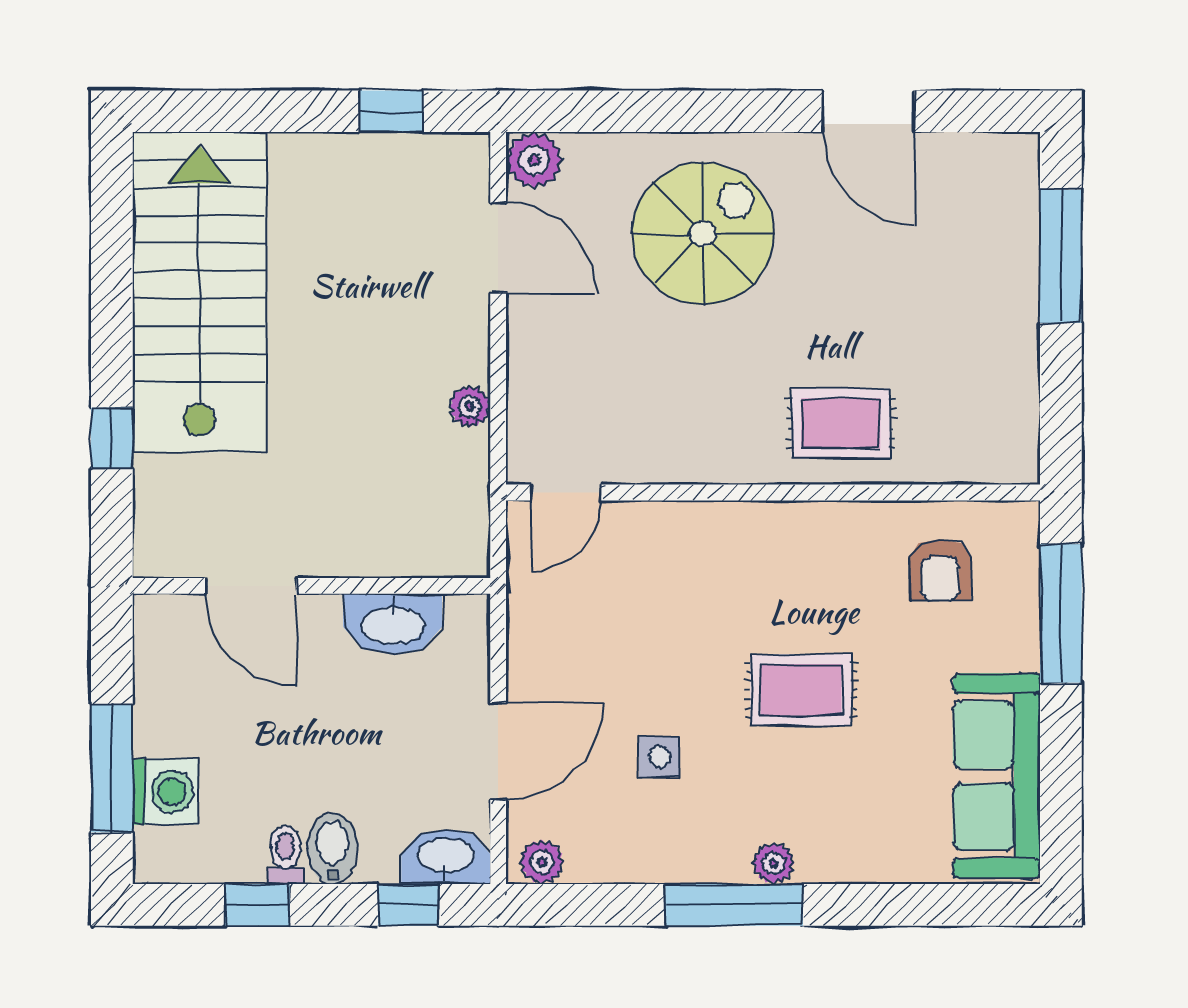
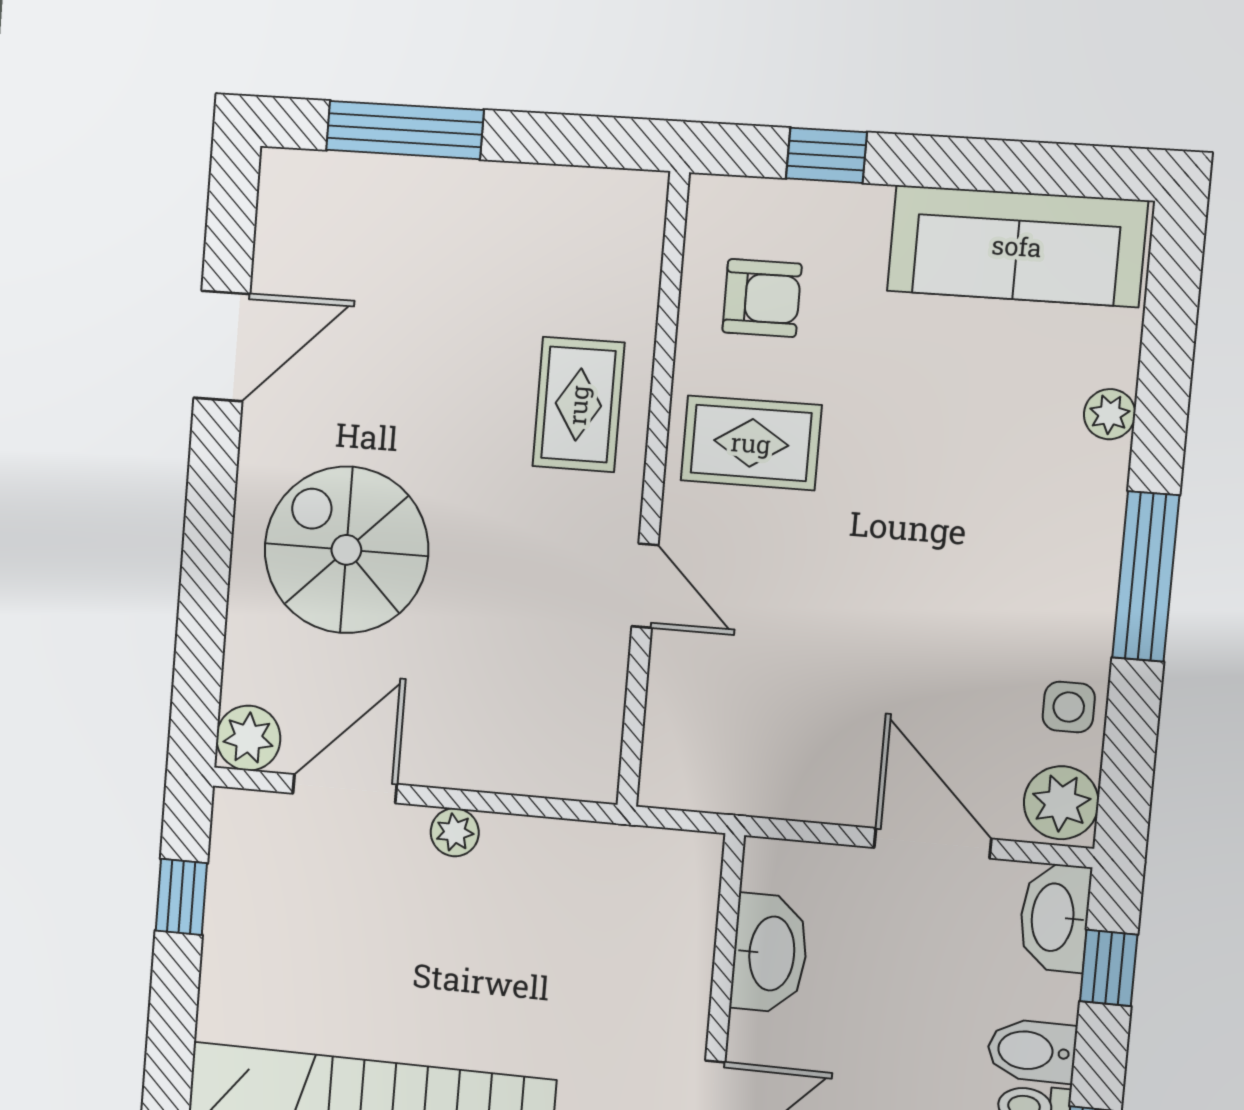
plant: (470, 407) -> (455, 832), moved
door: (566, 492) -> (645, 586), moved
window: (1061, 613) -> (826, 155), width x0.46
rug: (801, 690) -> (751, 443), moved, turned 90
side table: (659, 757) -> (1069, 707), moved
plant: (542, 862) -> (1061, 803), width x1.38, depth x1.38
plant: (774, 863) -> (1110, 414), moved

